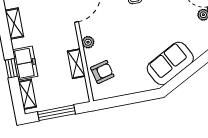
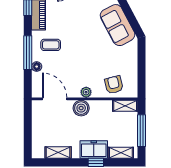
boiler: (69, 40) -> (81, 108), added
shelving: (76, 64) -> (125, 106), moved

